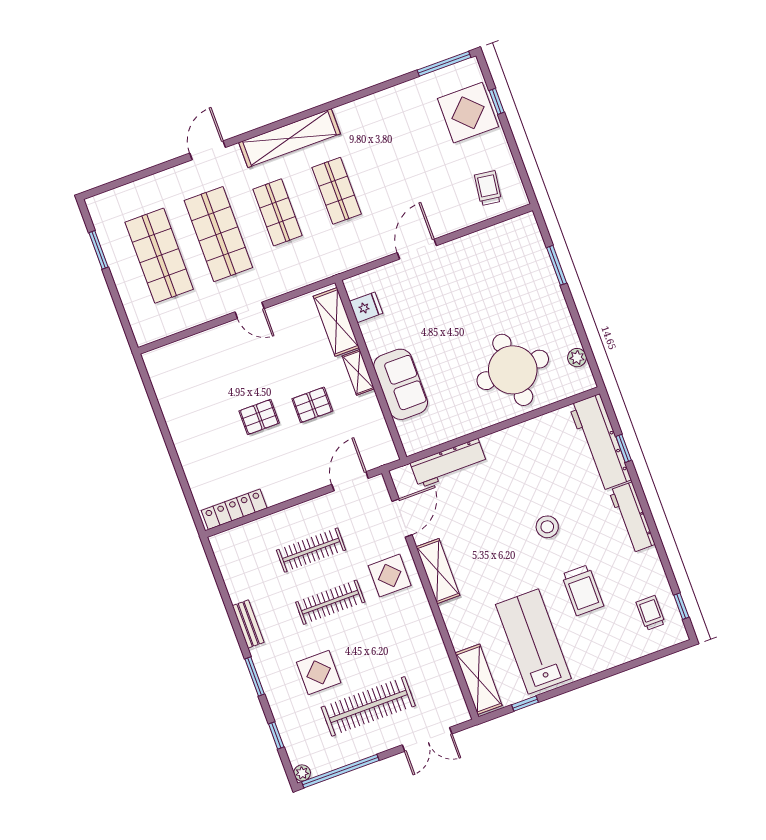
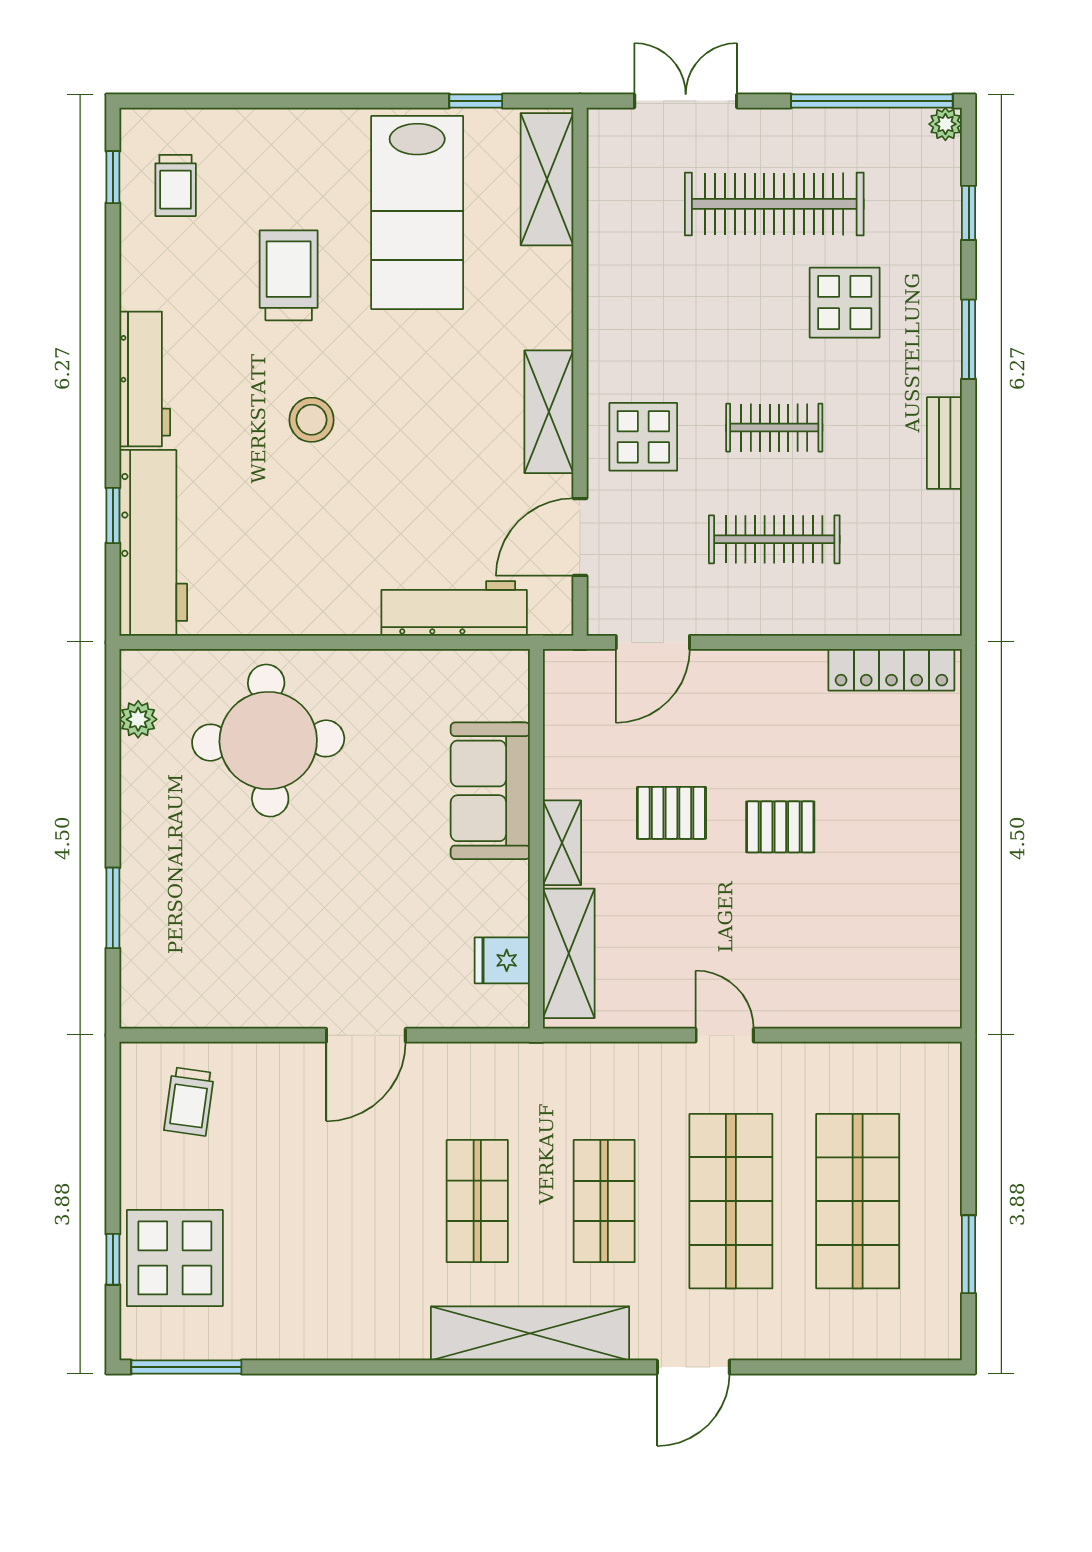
clothes rail: (330, 602) -> (774, 428), width x0.73

